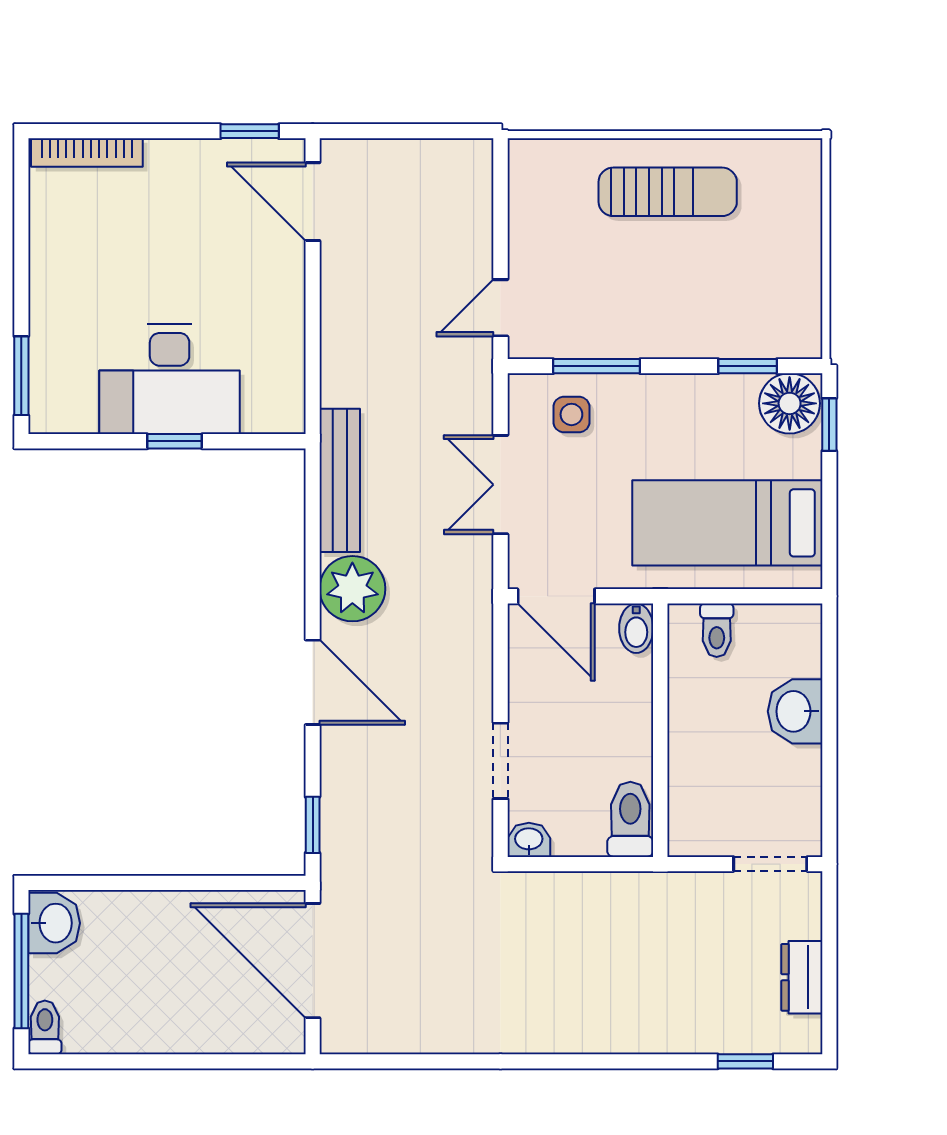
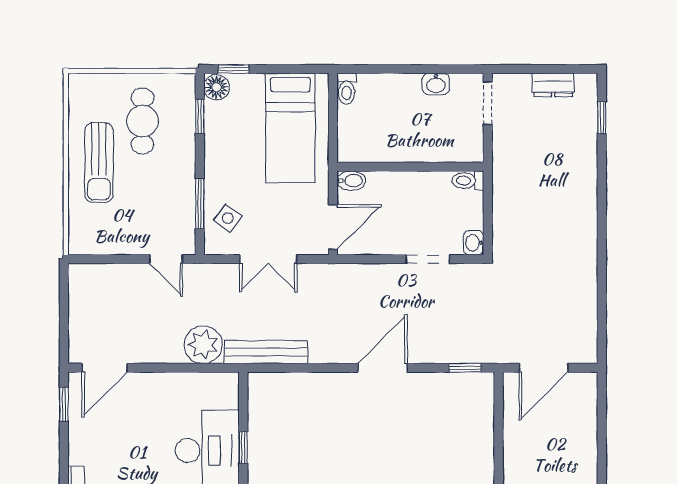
sun lounger: (668, 192) -> (99, 162), turned 180
cafe table: (739, 267) -> (143, 121), added
floor lamp: (790, 403) -> (217, 87), width x0.73, depth x0.73
side table: (571, 414) -> (228, 218), turned 37
plant: (352, 589) -> (203, 345), moved
toilet: (717, 630) -> (346, 89), moved, turned 90
washbasin: (795, 711) -> (436, 84), moved, width x0.72, depth x0.69
toilet: (630, 819) -> (468, 181), width x0.73, depth x0.72
door: (313, 961) -> (544, 368), width x0.73

